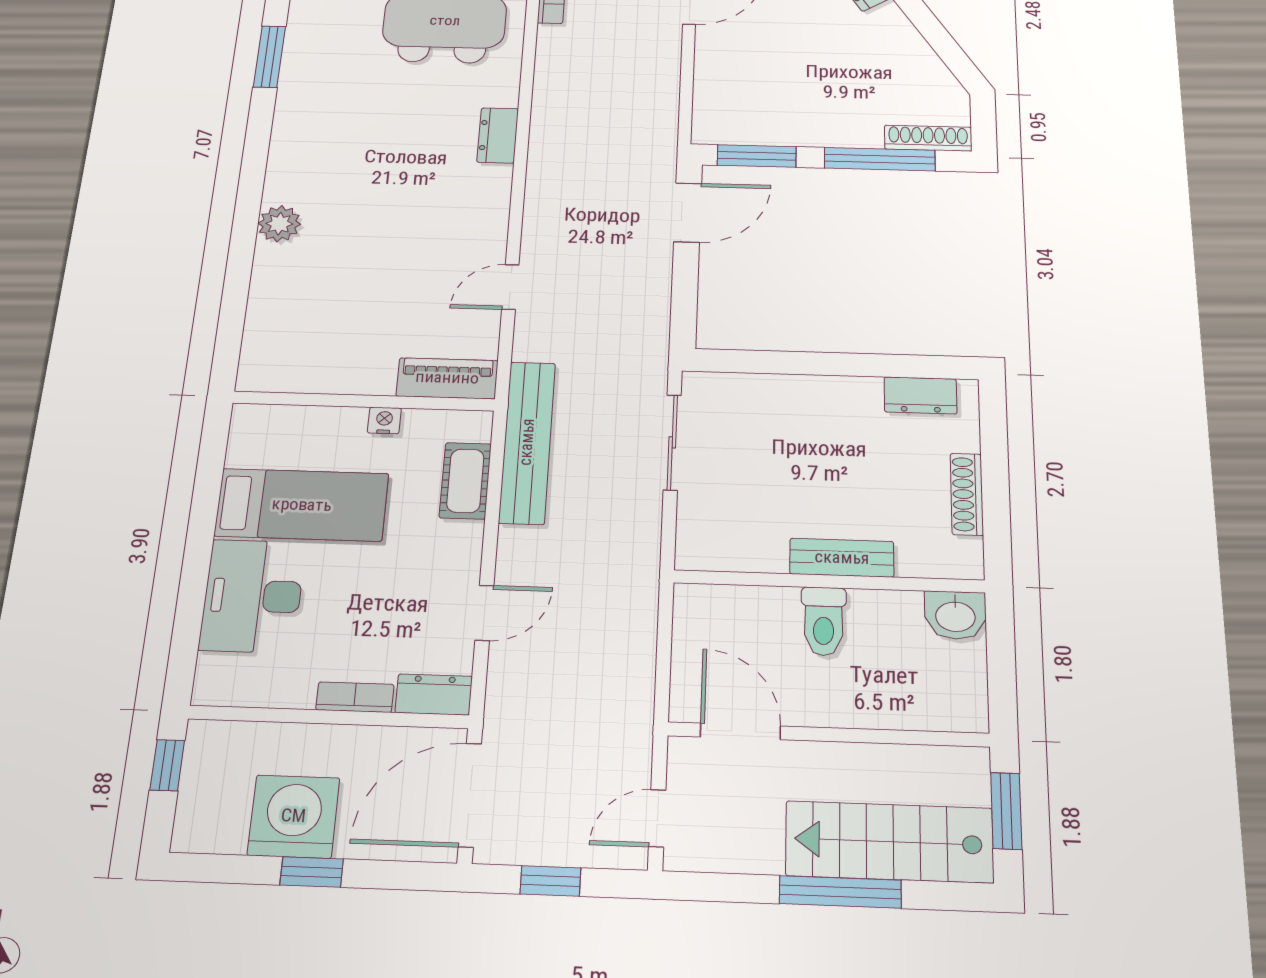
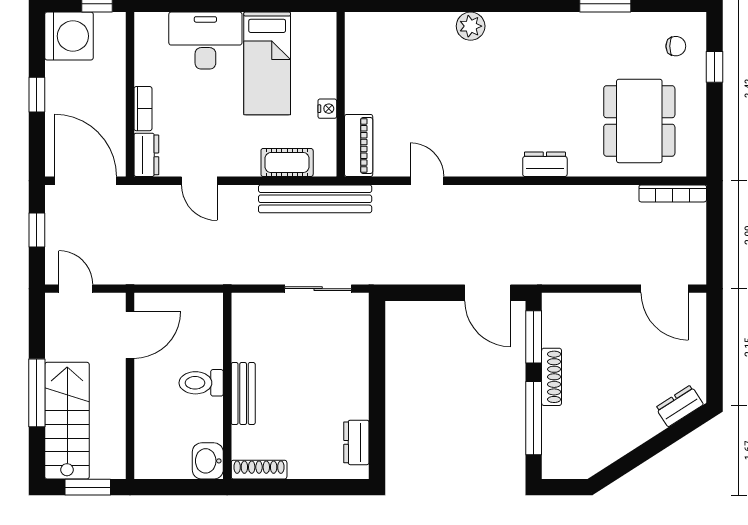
shoe rack: (928, 138) -> (552, 377), moved
shoe rack: (967, 494) -> (259, 470), moved
washing machine: (294, 816) -> (69, 36), moved

